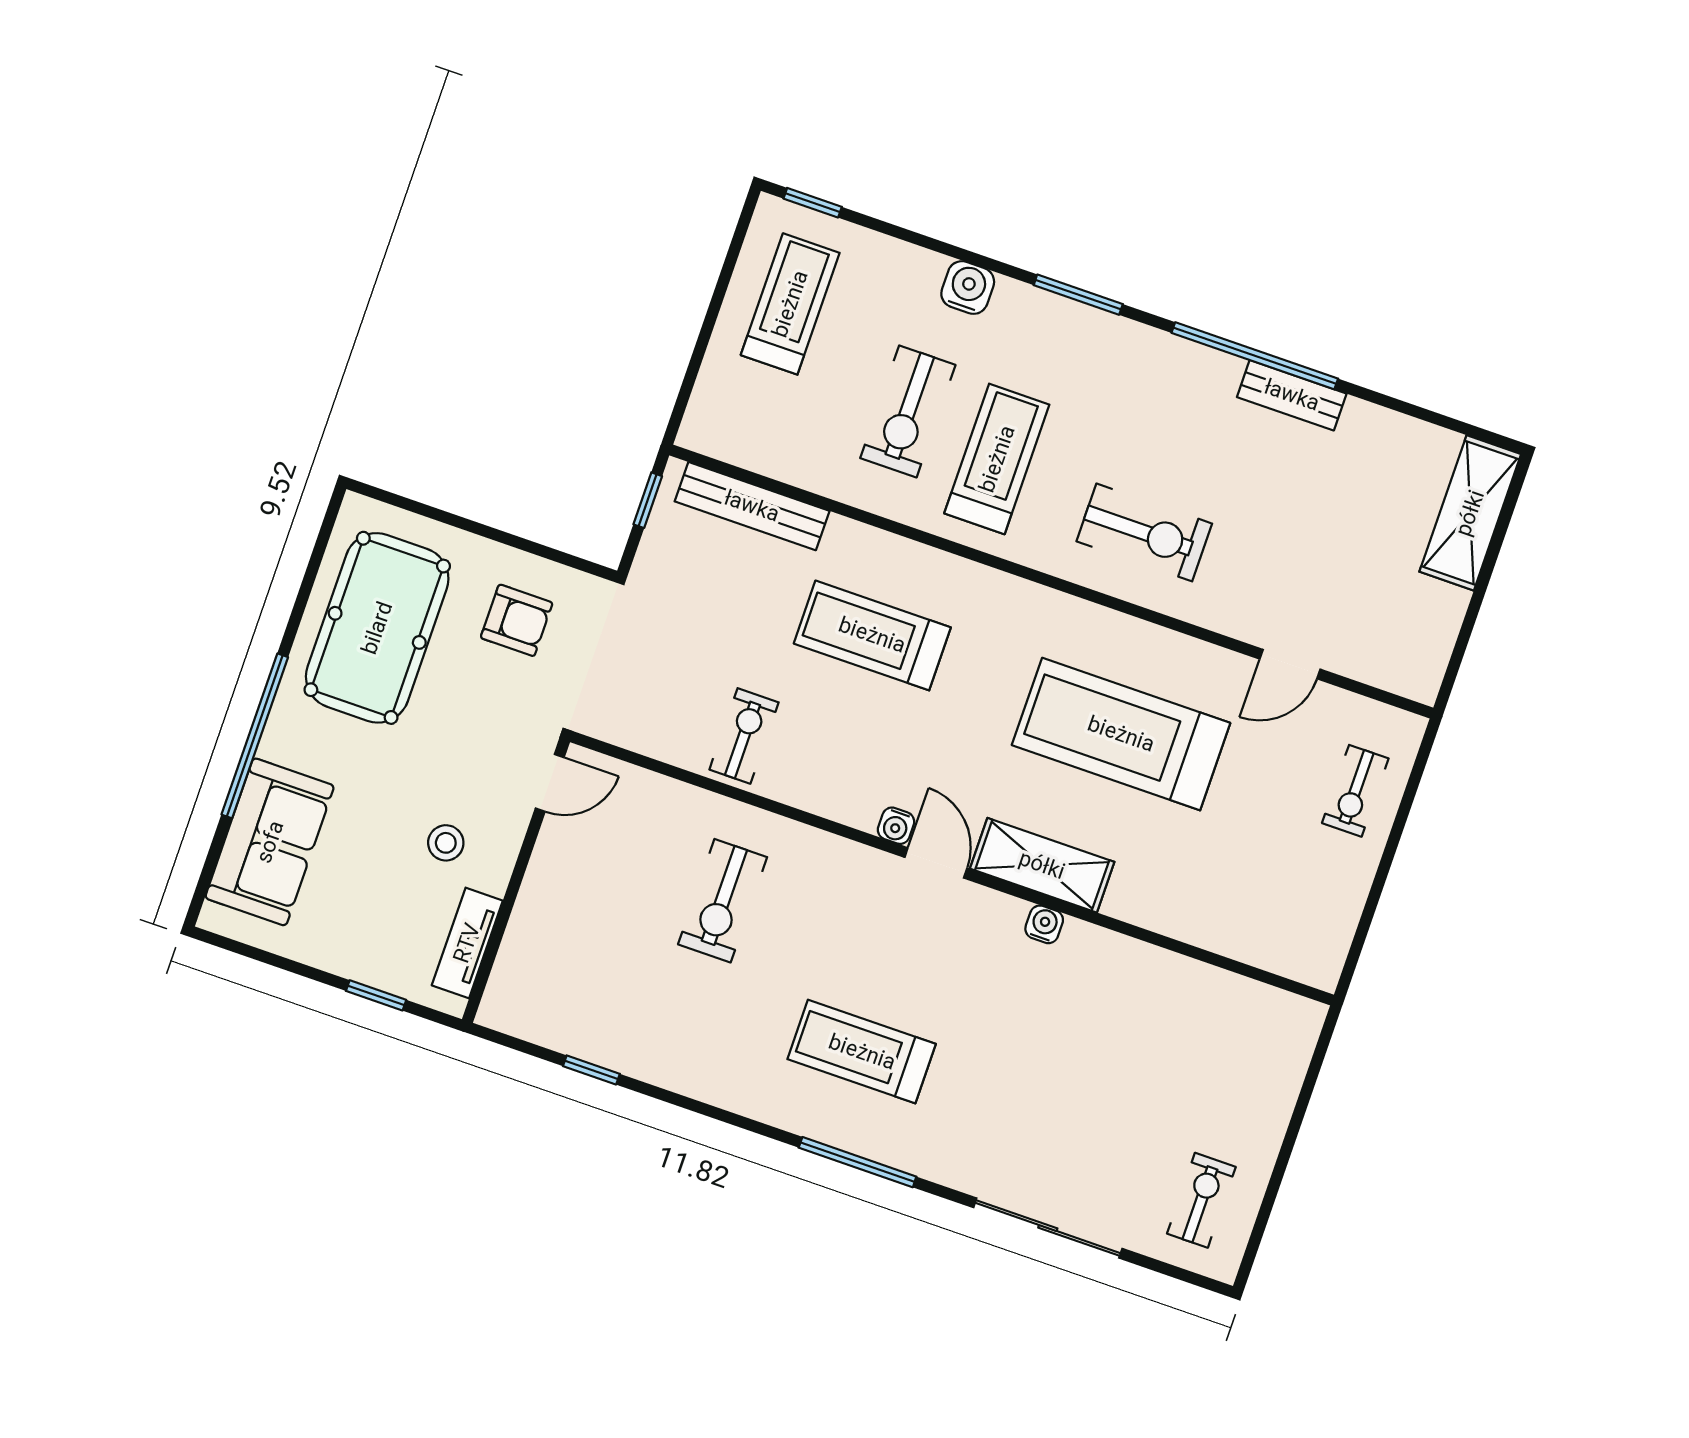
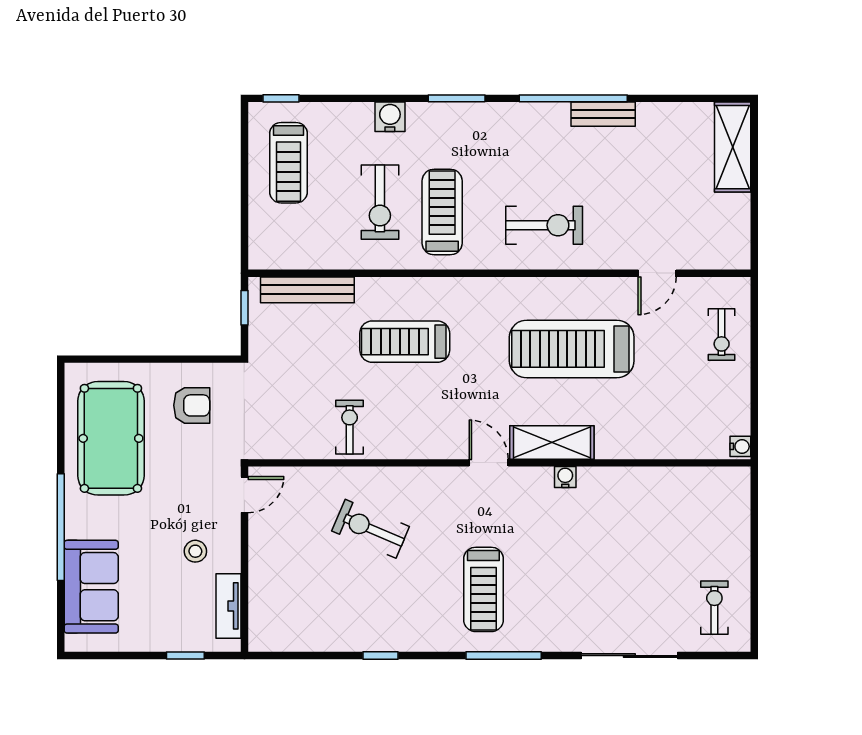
treadmill: (790, 304) -> (288, 163), turned 180
water cooler: (896, 826) -> (740, 446), moved, turned -90
exercise bike: (723, 901) -> (371, 529), turned 113
treadmill: (862, 1052) -> (483, 589), turned -90
window: (591, 1070) -> (381, 656), moved

